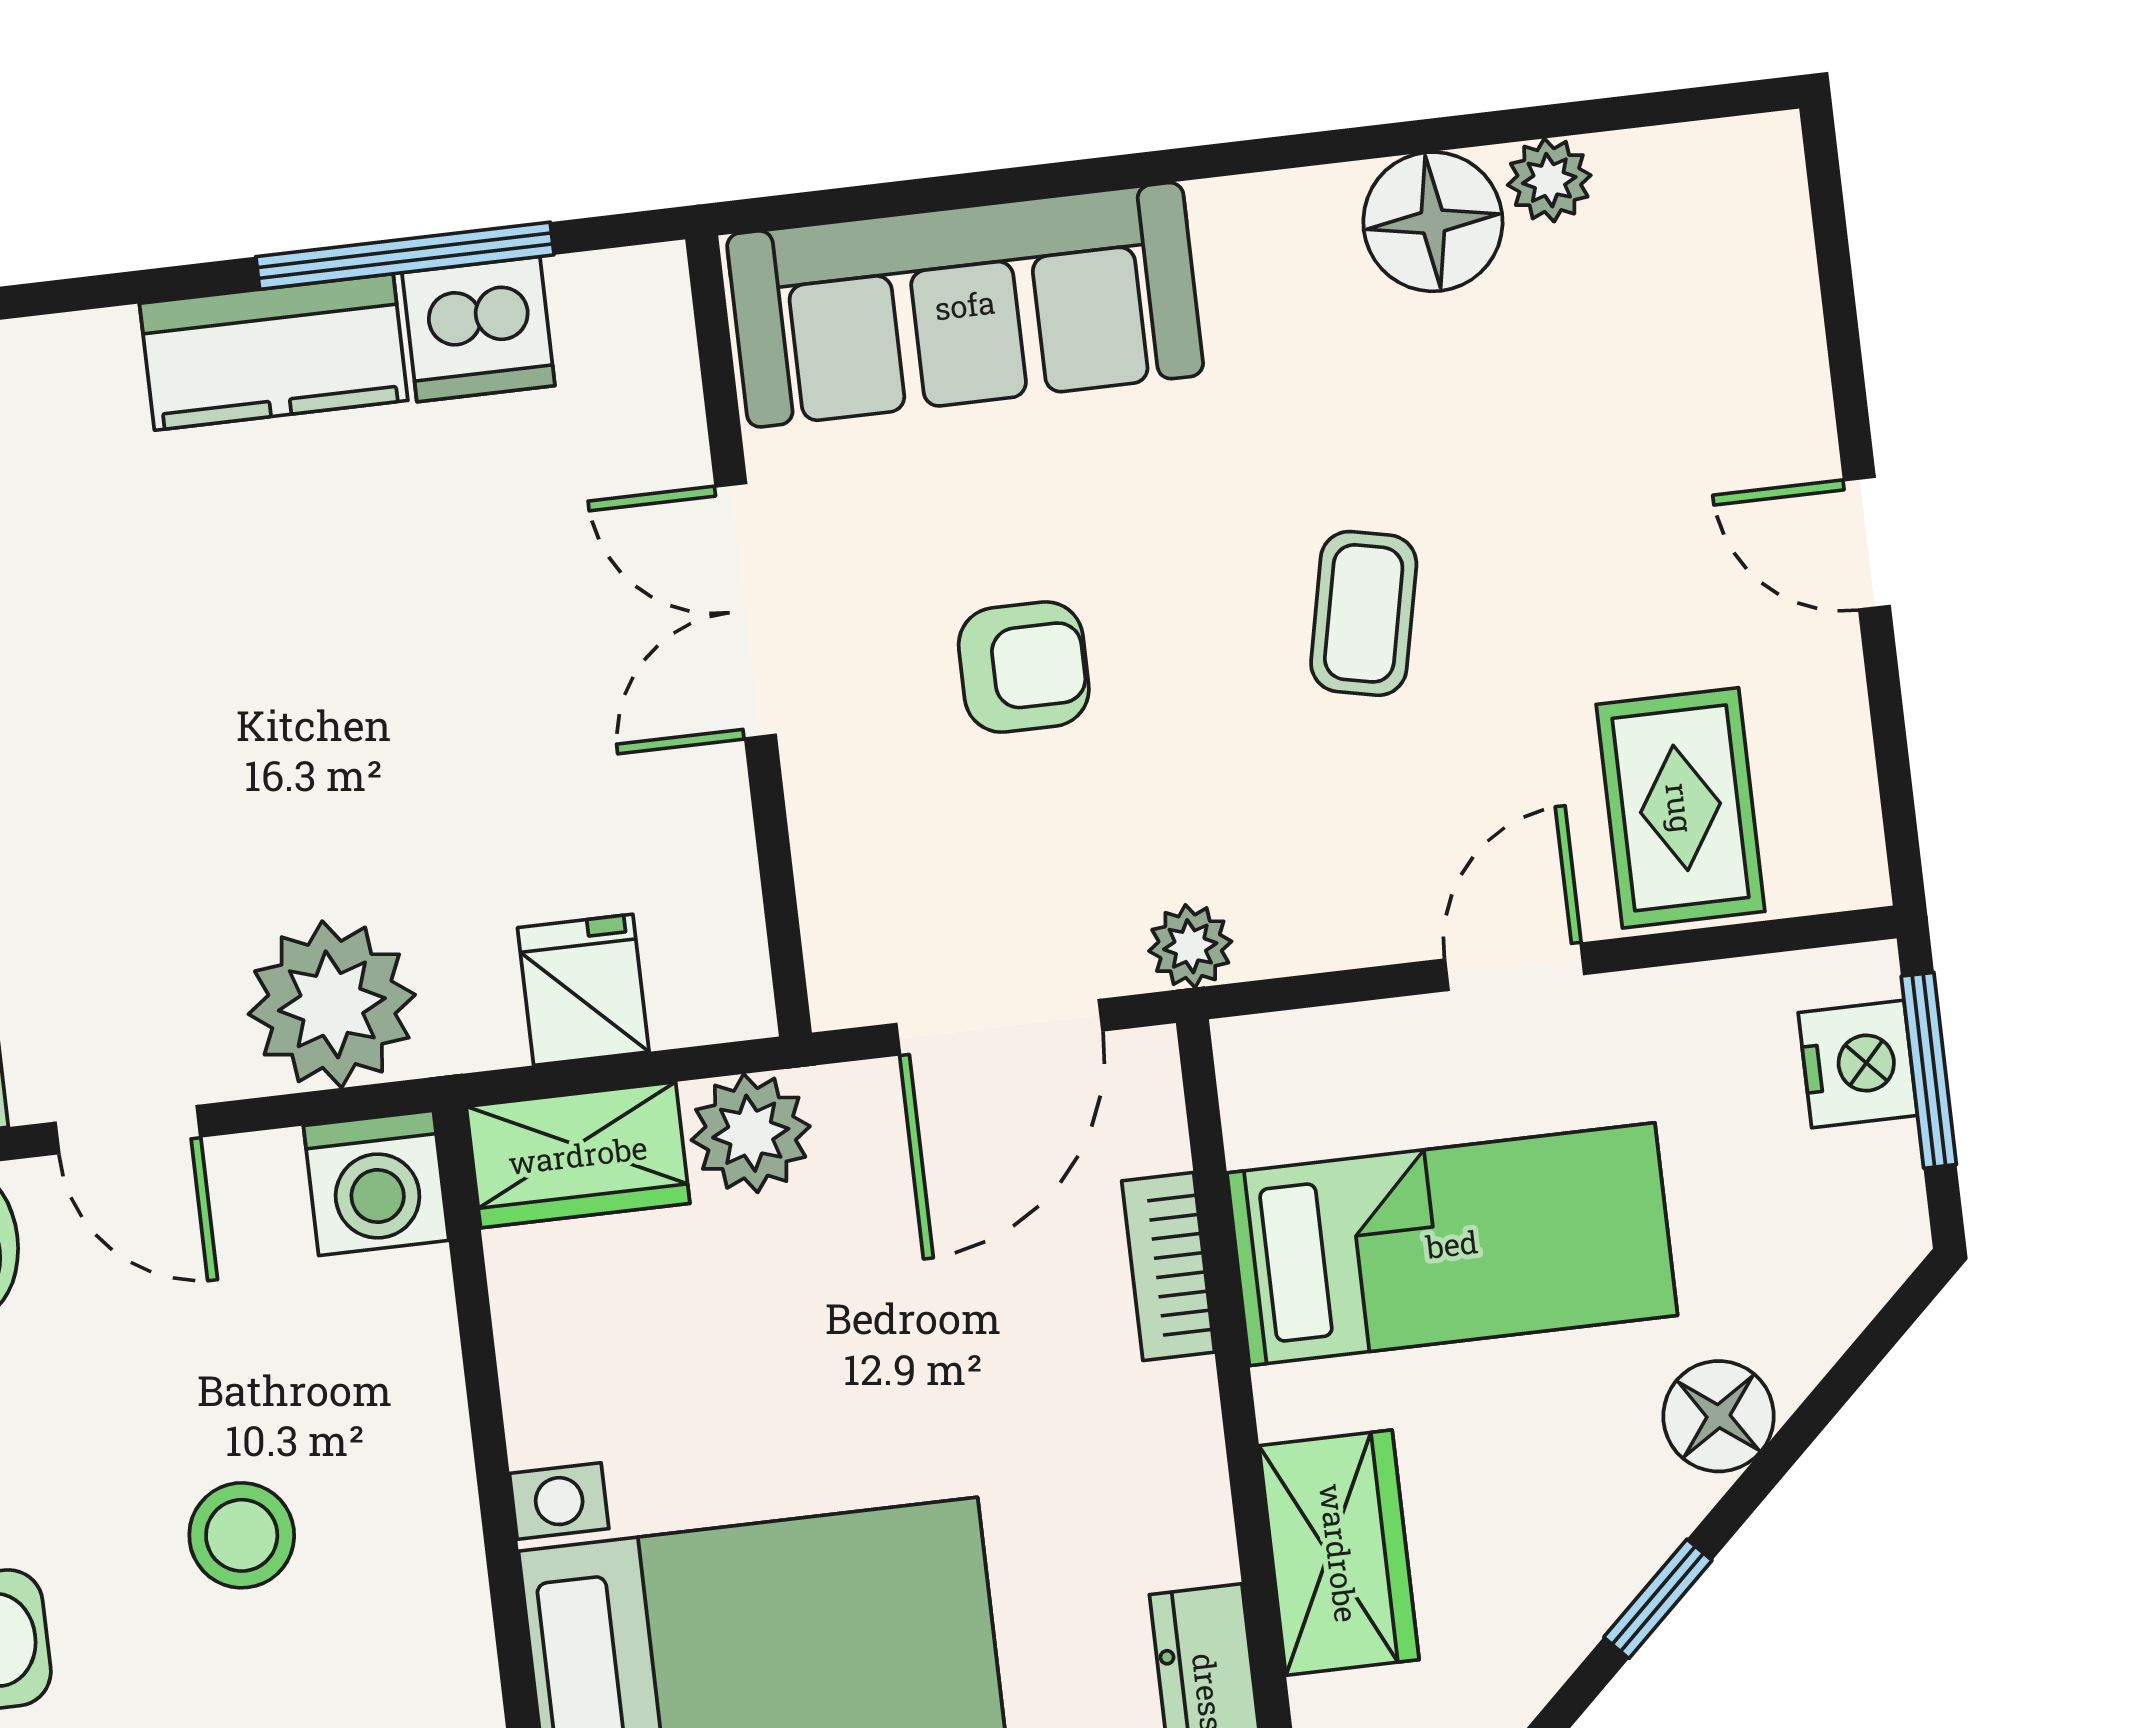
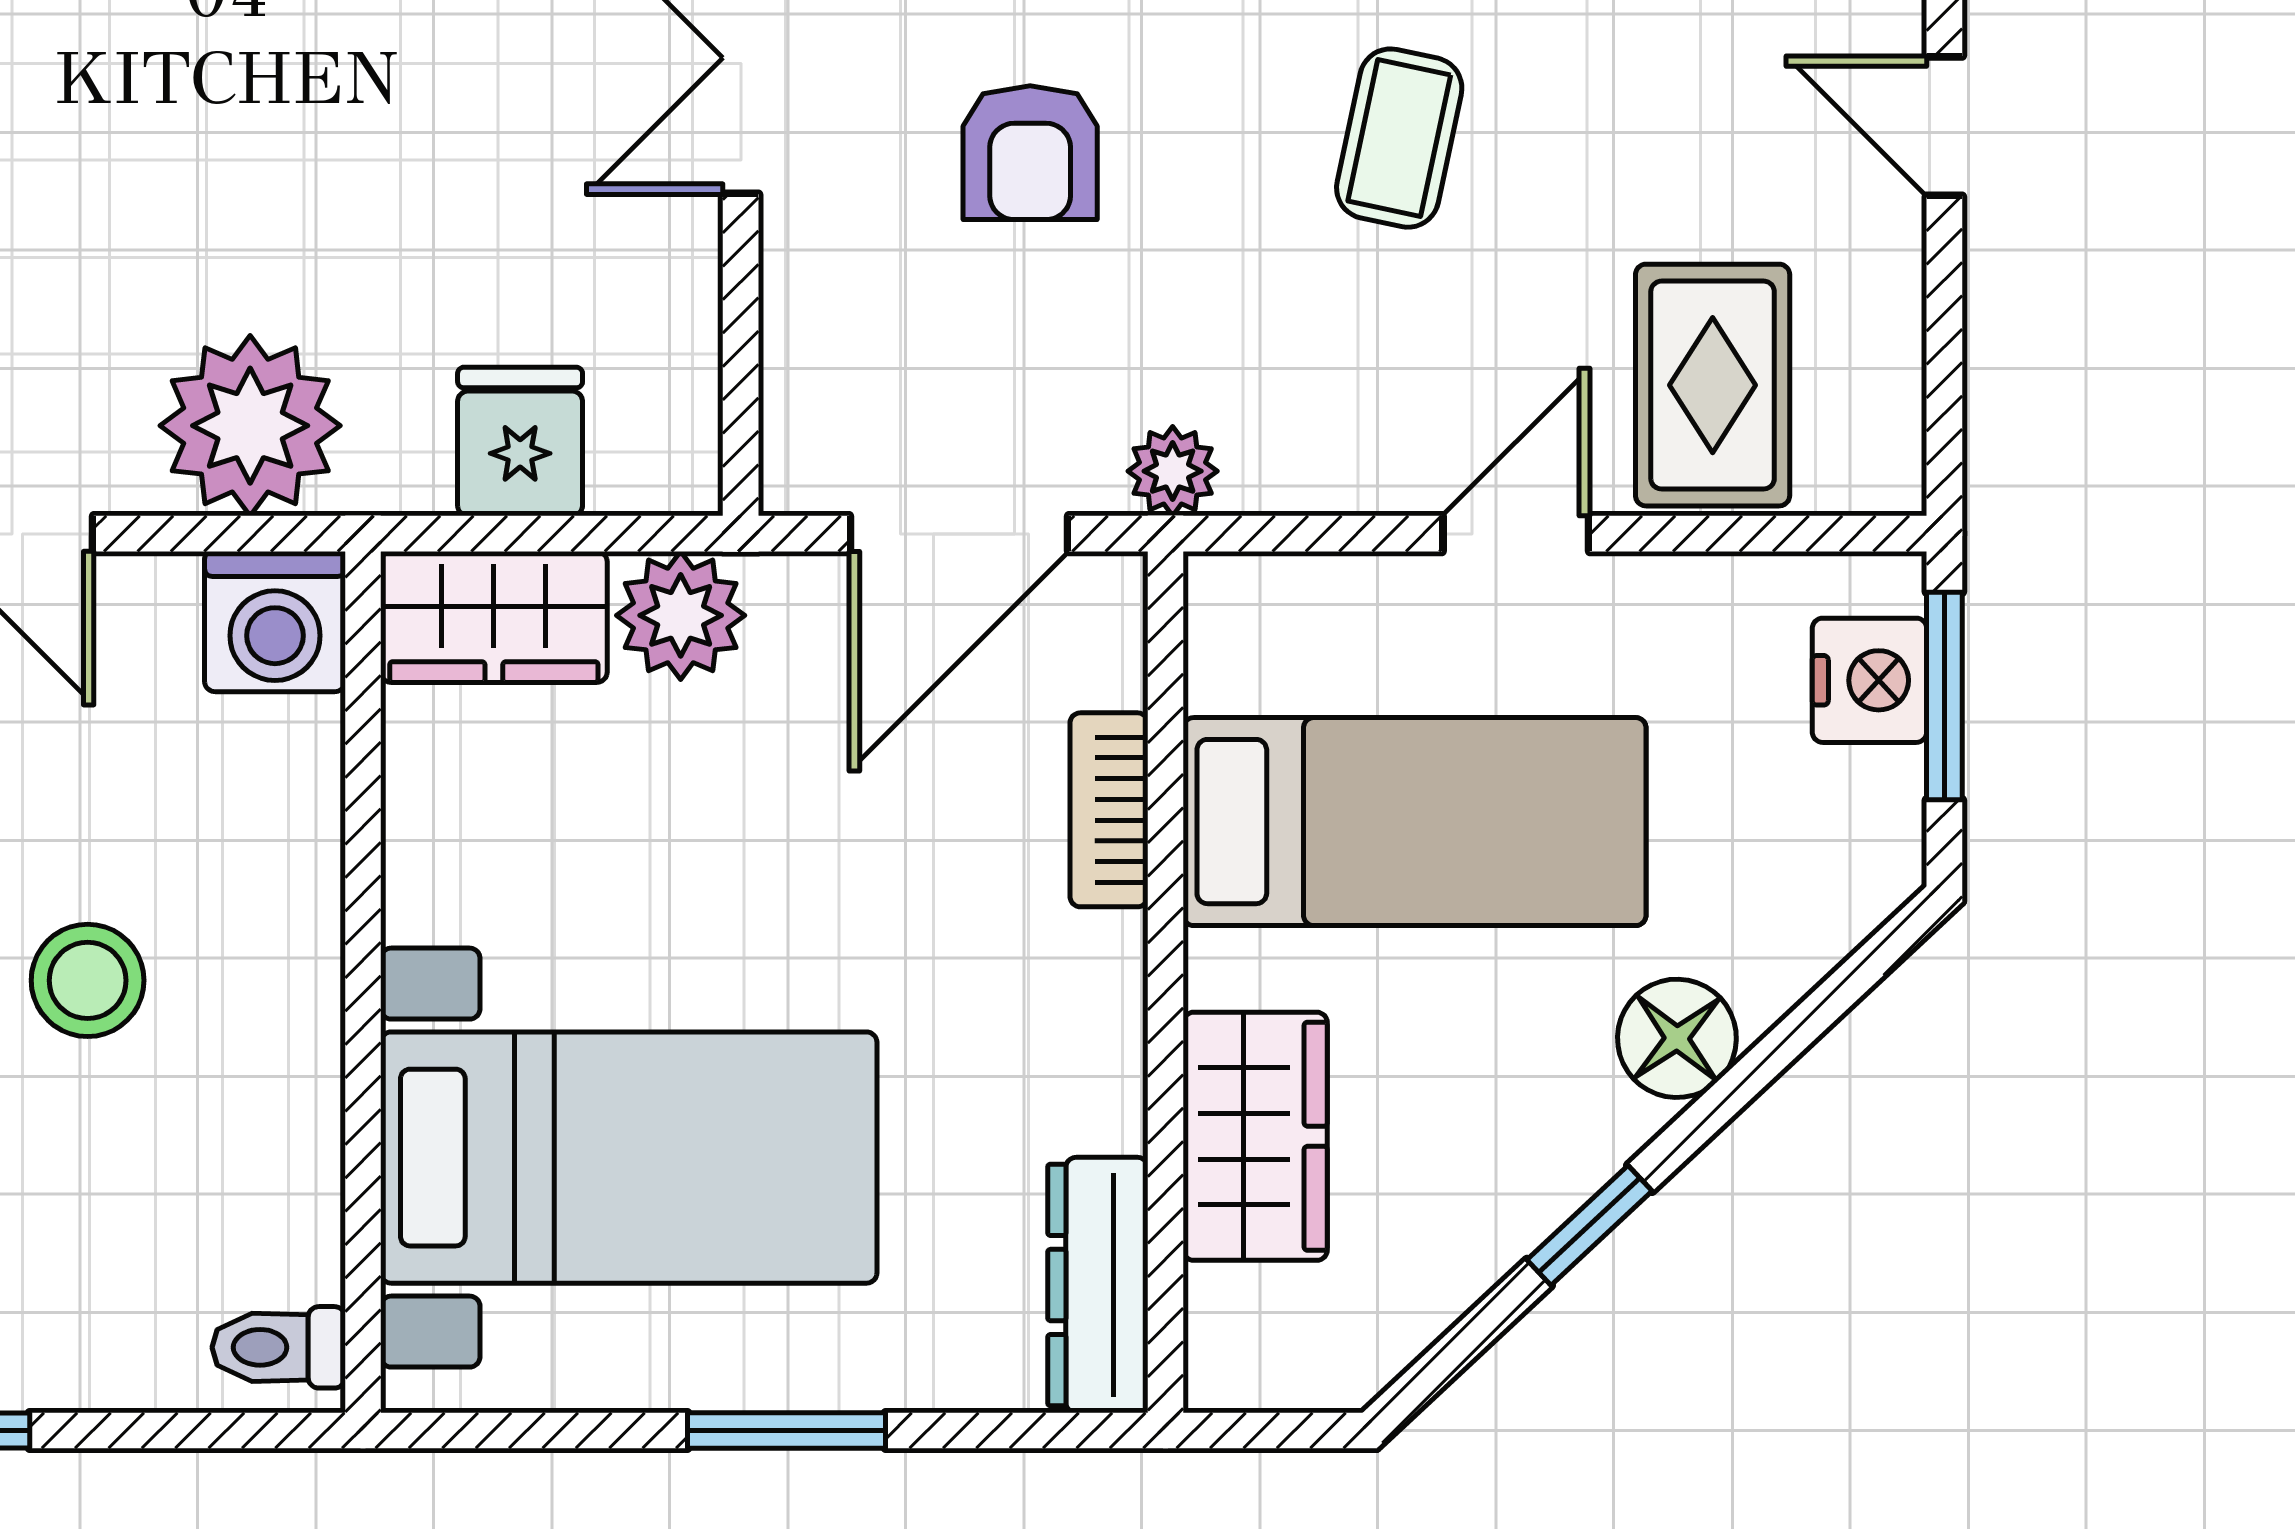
armchair: (1024, 667) -> (1030, 153), turned 90

